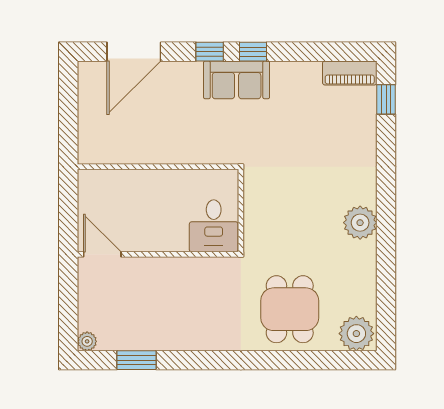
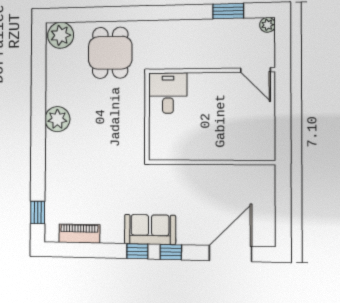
piano: (350, 73) -> (79, 234), moved
desk: (214, 226) -> (168, 93), moved
door: (102, 254) -> (255, 70), moved
wall: (158, 254) -> (211, 70), moved

